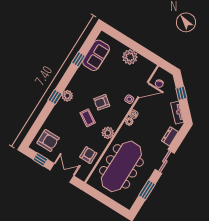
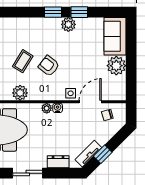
sofa: (96, 55) -> (115, 36), moved, turned 90
door: (143, 90) -> (90, 102), swing flipped
window: (181, 93) -> (103, 154), moved
plant: (67, 96) -> (68, 24), moved
window: (55, 97) -> (53, 12), moved

